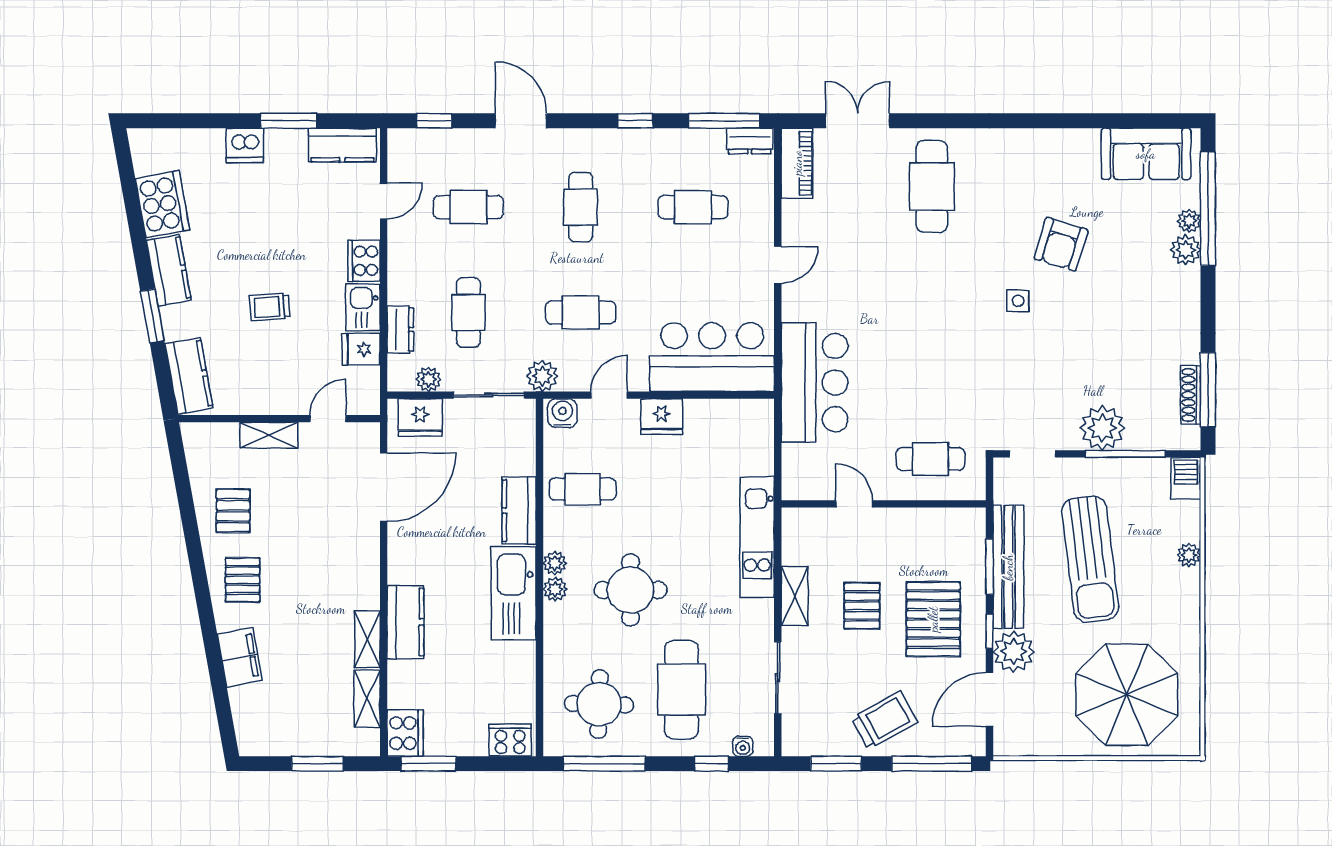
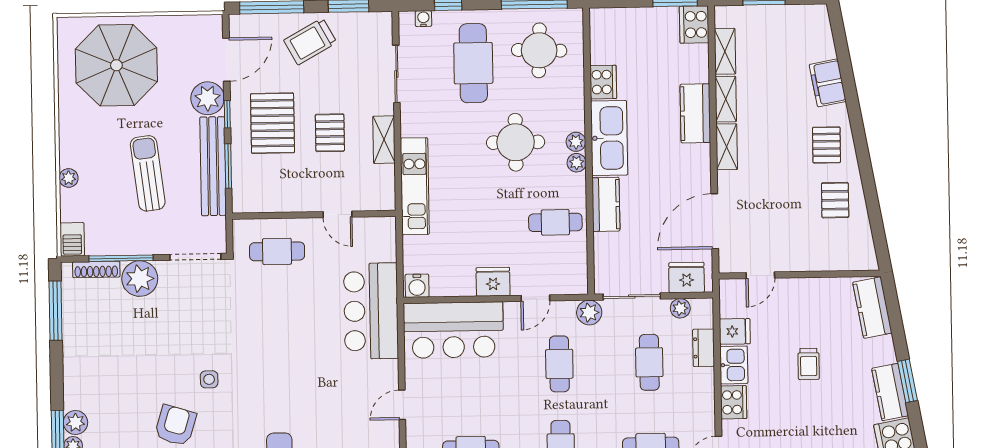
trolley: (270, 307) -> (809, 364), turned 94
cafe table: (581, 313) -> (559, 364), turned 90
window: (152, 316) -> (908, 381), moved
shoe rack: (1191, 395) -> (96, 269), moved, turned 90
water cooler: (562, 413) -> (417, 286), moved
shelving: (269, 435) -> (727, 147), moved, turned 90
doorway: (1032, 454) -> (195, 257), width x1.38
sun lounger: (1090, 559) -> (148, 173), width x0.73, depth x0.75
cooker: (510, 740) -> (603, 82), moved, turned -90

